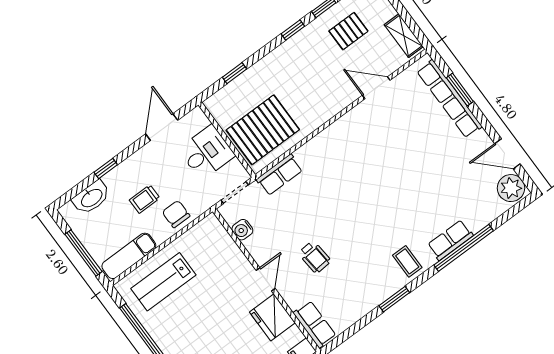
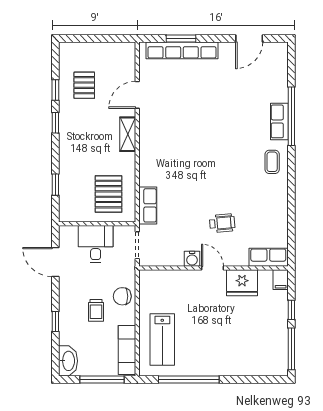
shelving: (404, 36) -> (128, 134), moved, turned 90
pallet: (263, 130) -> (109, 194), width x0.73, depth x0.71
plant: (511, 188) -> (274, 53), removed
washbasin: (91, 198) -> (68, 361), moved
water cooler: (242, 230) -> (192, 259), moved
coffee table: (407, 261) -> (272, 162), turned 90
window: (394, 299) -> (291, 190), removed

